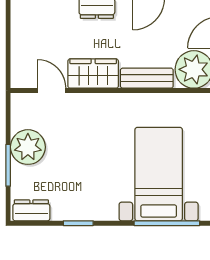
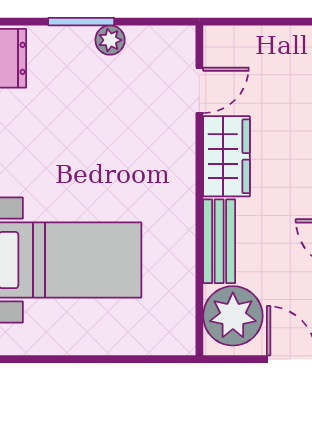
plant: (28, 147) -> (110, 40), width x0.53, depth x0.53

